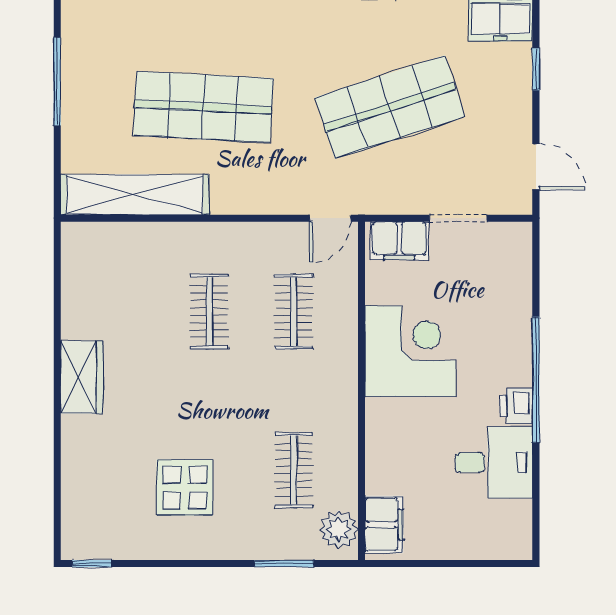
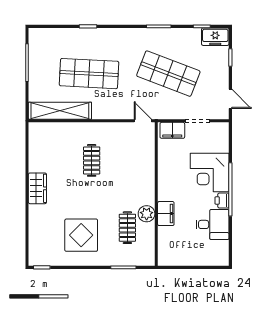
shop shelf: (390, 107) -> (168, 74), turned 39
door: (330, 218) -> (143, 121), swing flipped
clothes rail: (294, 312) -> (127, 160), removed
corner desk: (410, 351) -> (210, 172), moved, turned 180
display table: (185, 487) -> (81, 235), width x1.36, depth x1.36
filing cabinet: (384, 525) -> (166, 214), moved
plant: (339, 529) -> (147, 214), moved

